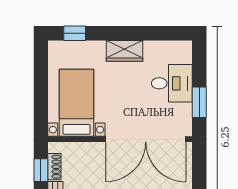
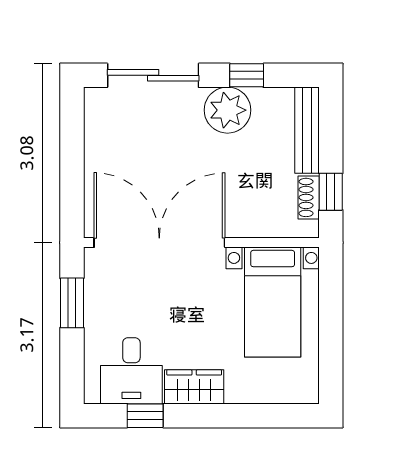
window: (75, 33) -> (145, 416), moved
desk: (172, 83) -> (131, 371), moved, turned -90

